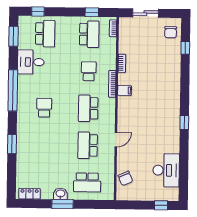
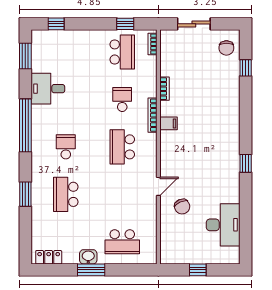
school desk: (45, 34) -> (66, 52), removed
school desk: (88, 145) -> (66, 194), moved
chair: (125, 178) -> (182, 207), moved
window: (161, 205) -> (198, 270), moved

